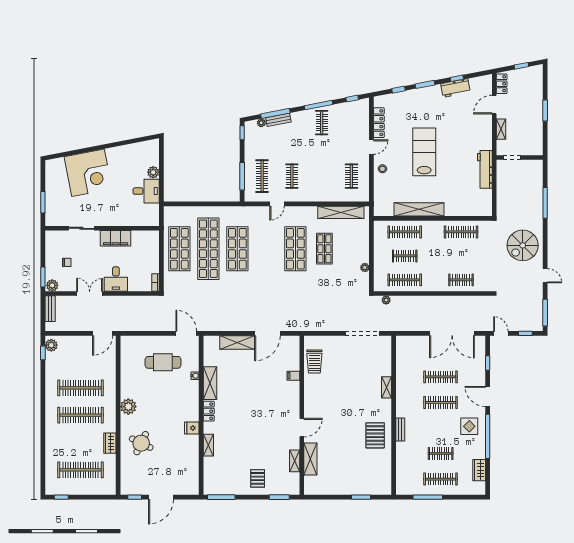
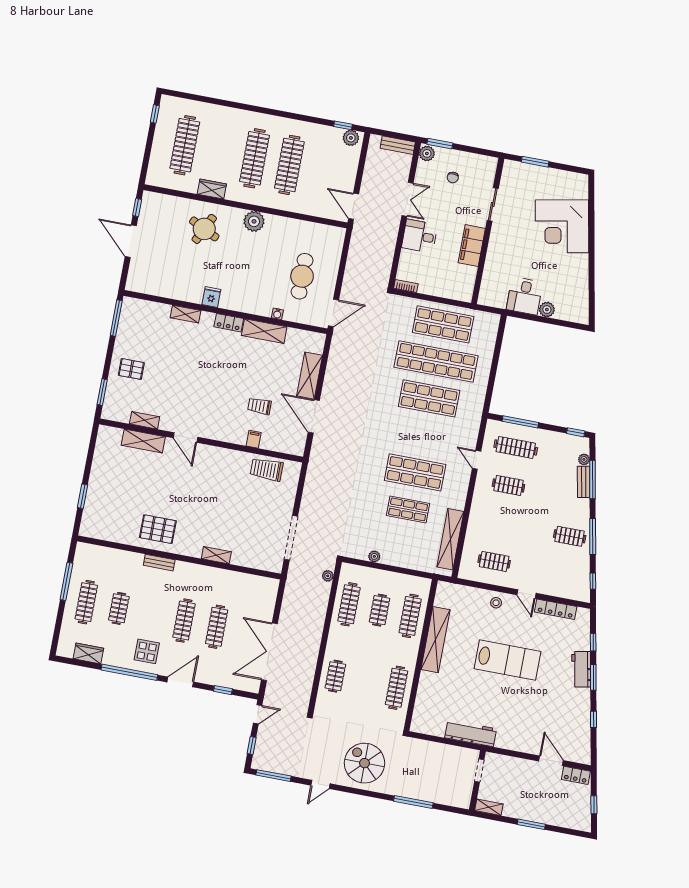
workbench: (456, 88) -> (581, 669), moved
shelving: (501, 129) -> (489, 807), moved
trolley: (267, 376) -> (259, 406), added

